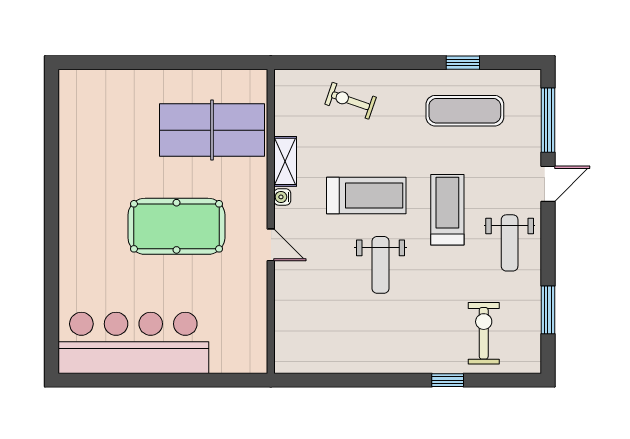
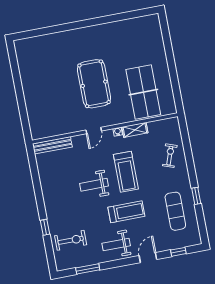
window: (463, 63) -> (196, 196), moved
window: (548, 120) -> (178, 252), width x0.46
door: (548, 184) -> (148, 258), swing flipped
bench: (285, 334) -> (52, 145), added
bar counter: (133, 343) -> (34, 74), removed

